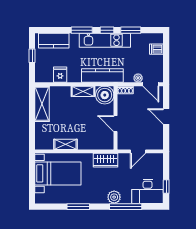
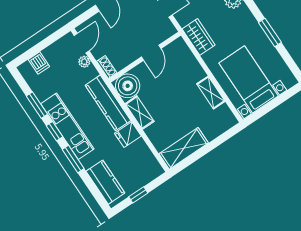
fridge: (60, 75) -> (128, 135), moved

